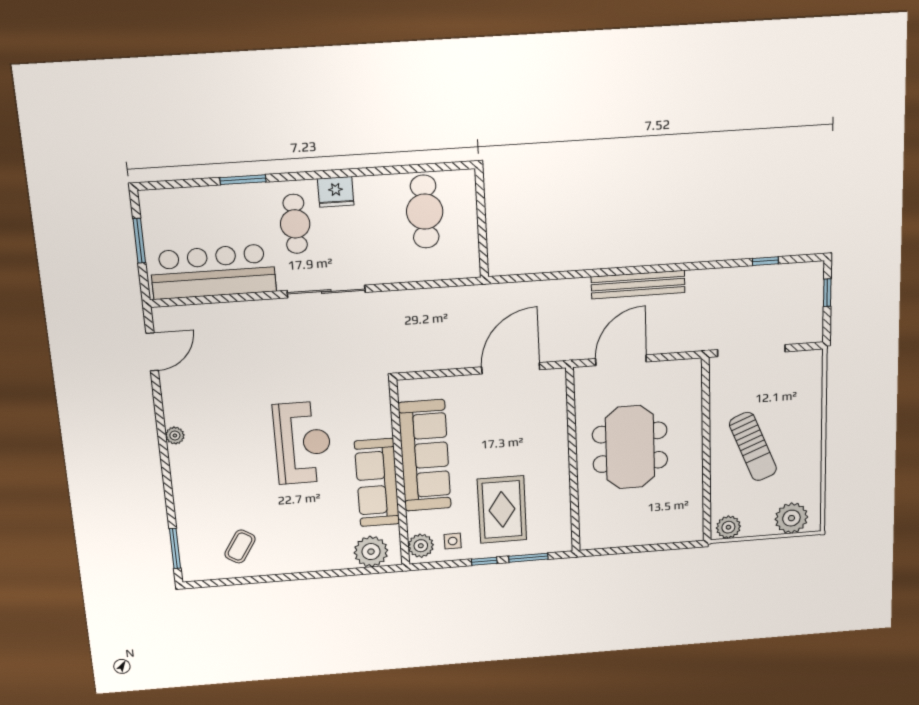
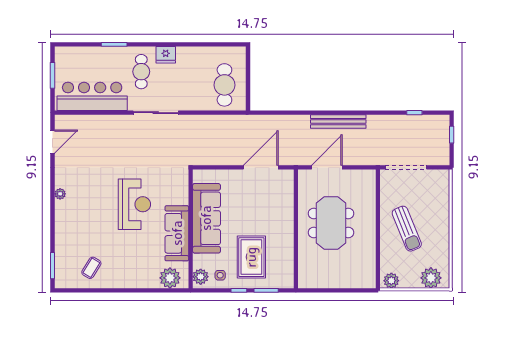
cafe table: (425, 212) -> (224, 85), moved

